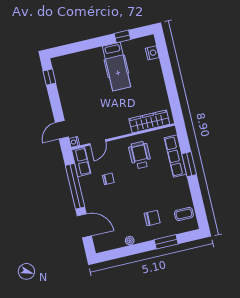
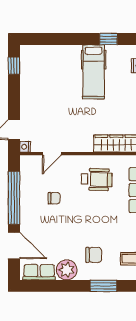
wheelchair: (140, 155) -> (97, 179), turned 92
row of seats: (81, 162) -> (39, 272), moved, turned -90
plant: (130, 241) -> (67, 270), width x1.87, depth x1.87

